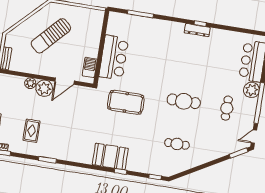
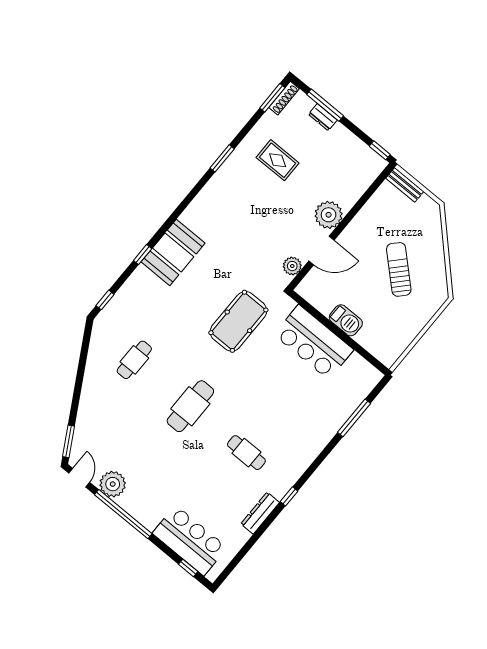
dresser: (197, 30) -> (260, 513), moved
sun lounger: (51, 36) -> (399, 269), width x0.73, depth x0.75
barbecue: (90, 67) -> (346, 320), moved
door: (65, 81) -> (321, 251), swing flipped
plant: (30, 83) -> (292, 266), moved
plant: (251, 90) -> (113, 484), moved
cafe table: (227, 108) -> (246, 453), moved

